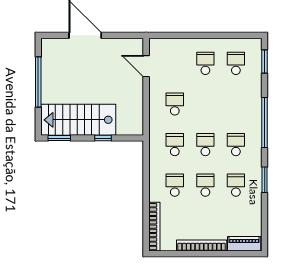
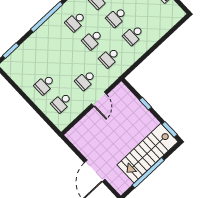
school desk: (236, 63) -> (62, 103), moved
door: (146, 66) -> (99, 99), moved
stairs: (78, 120) -> (147, 153), moved, turned 90
bookcase: (154, 227) -> (169, 24), removed

